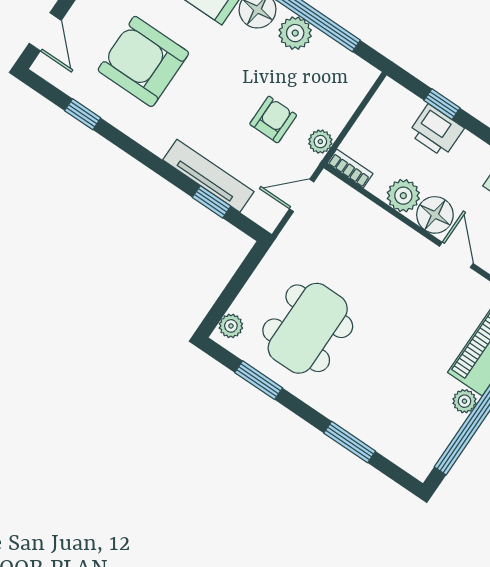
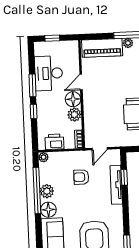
window: (442, 104) -> (34, 111), moved
printer: (436, 131) -> (54, 142), moved, turned -90
plant: (320, 142) -> (43, 157), moved
door: (302, 195) -> (100, 149), hinge flipped

